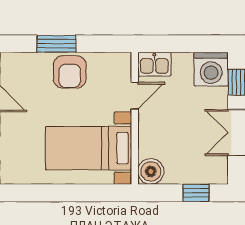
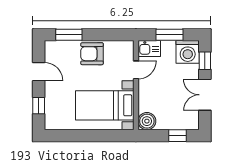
window: (56, 44) -> (69, 35), moved
window: (184, 44) -> (170, 35), added
armchair: (70, 72) -> (92, 54), turned 90

